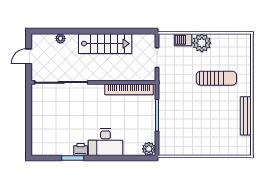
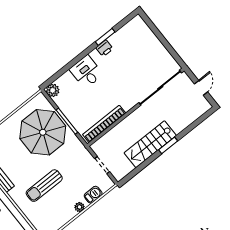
window: (92, 31) -> (168, 145), added
plant: (60, 38) -> (188, 121), removed
plant: (202, 43) -> (79, 207), width x0.53, depth x0.53
parasol: (183, 122) -> (43, 132), added
desk: (105, 142) -> (86, 72), width x0.73

